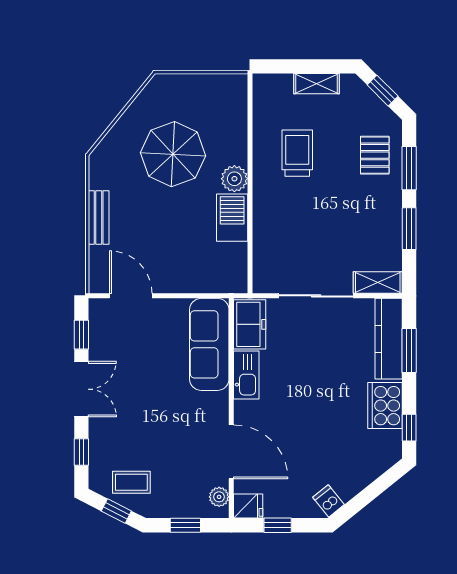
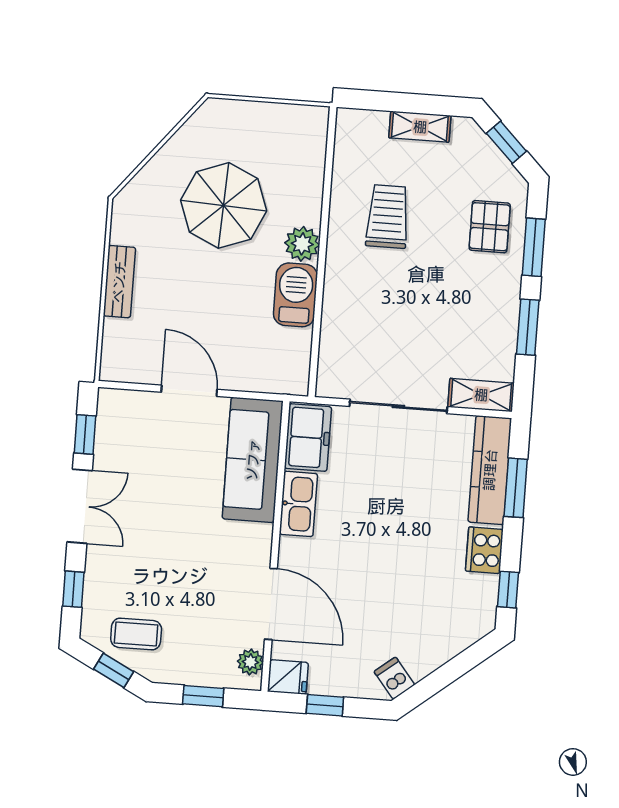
door: (131, 296) -> (189, 391), moved
cooker: (385, 406) -> (484, 550), width x0.73, depth x0.76

